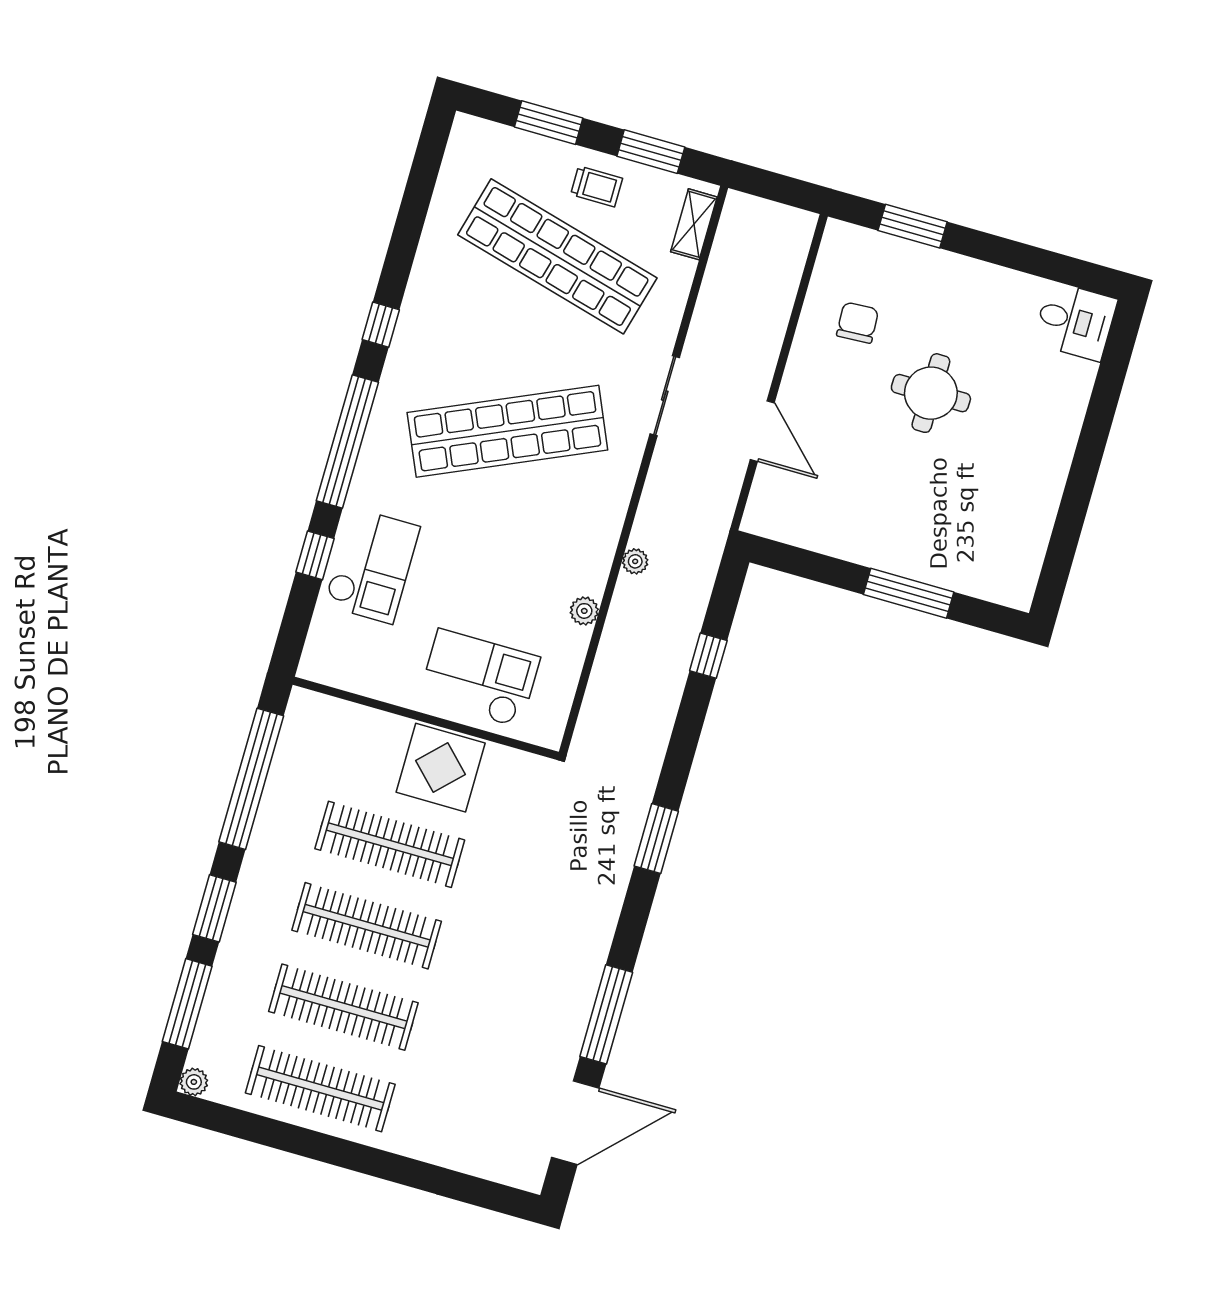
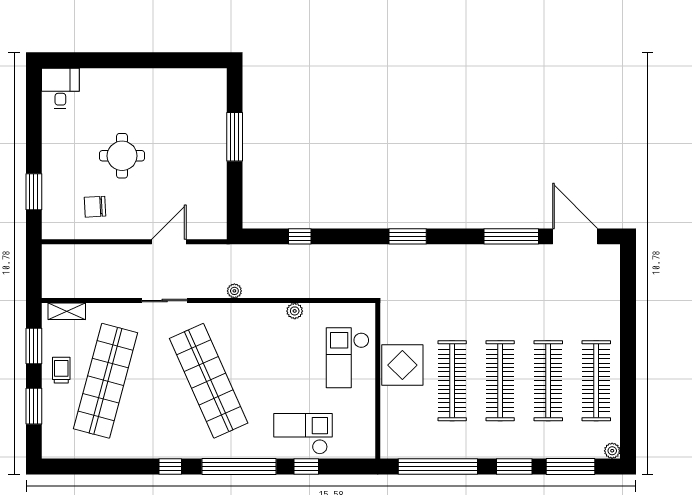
plant: (635, 561) -> (234, 291), moved

